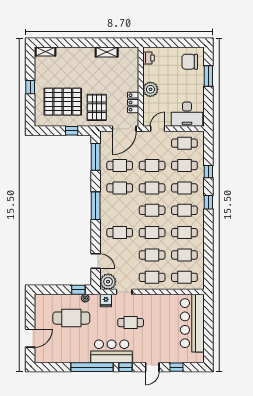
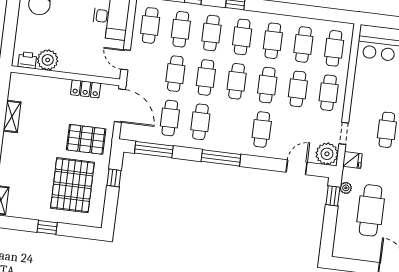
plant: (150, 89) -> (48, 60), moved

